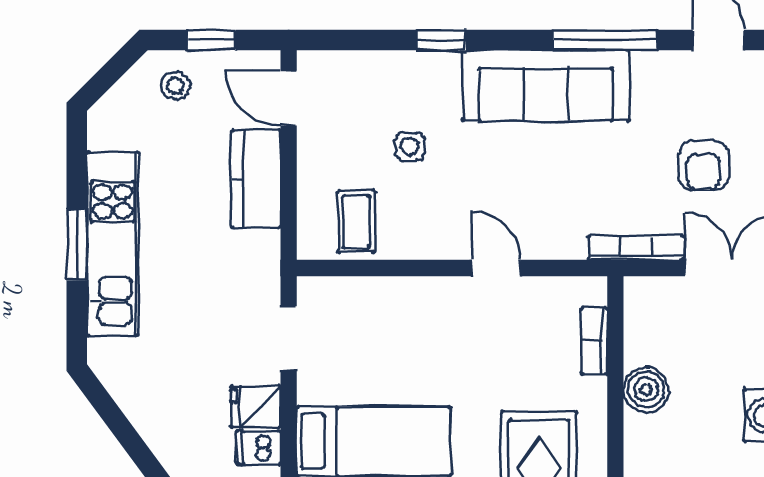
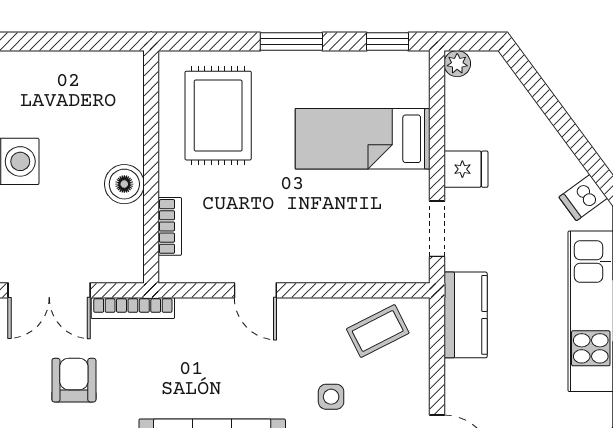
kitchen counter: (256, 179) -> (466, 315), moved
coffee table: (356, 221) -> (378, 331), turned 63
dishwasher: (259, 448) -> (583, 198), moved, turned 144

